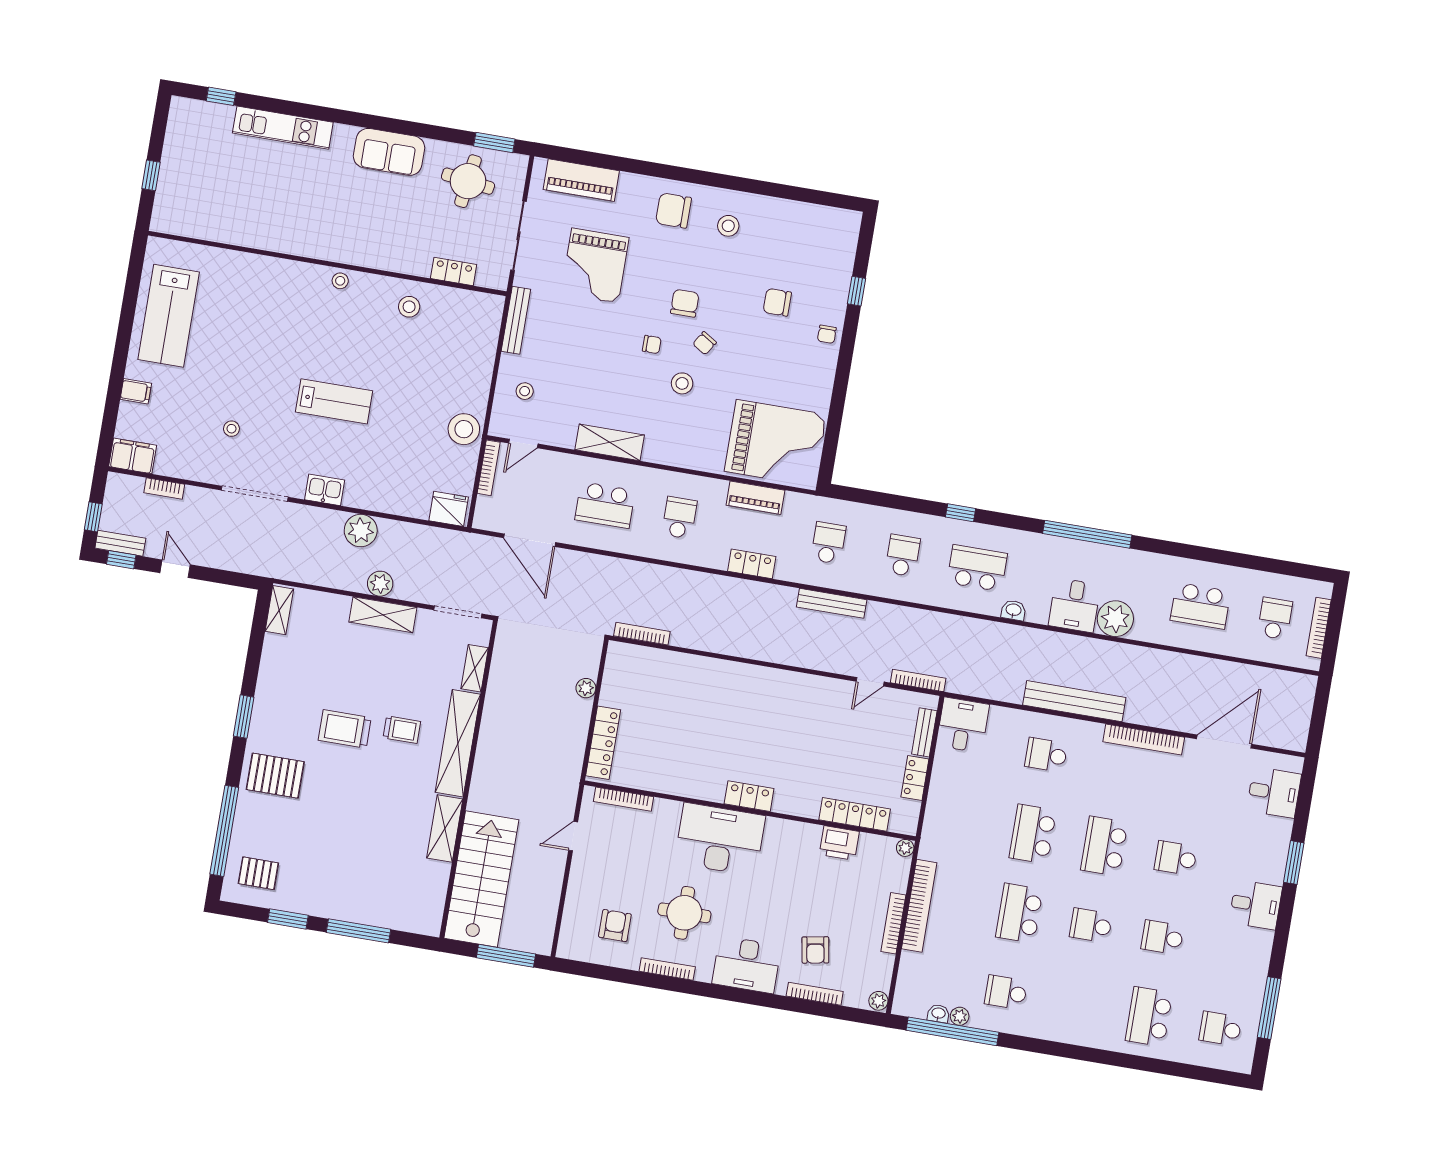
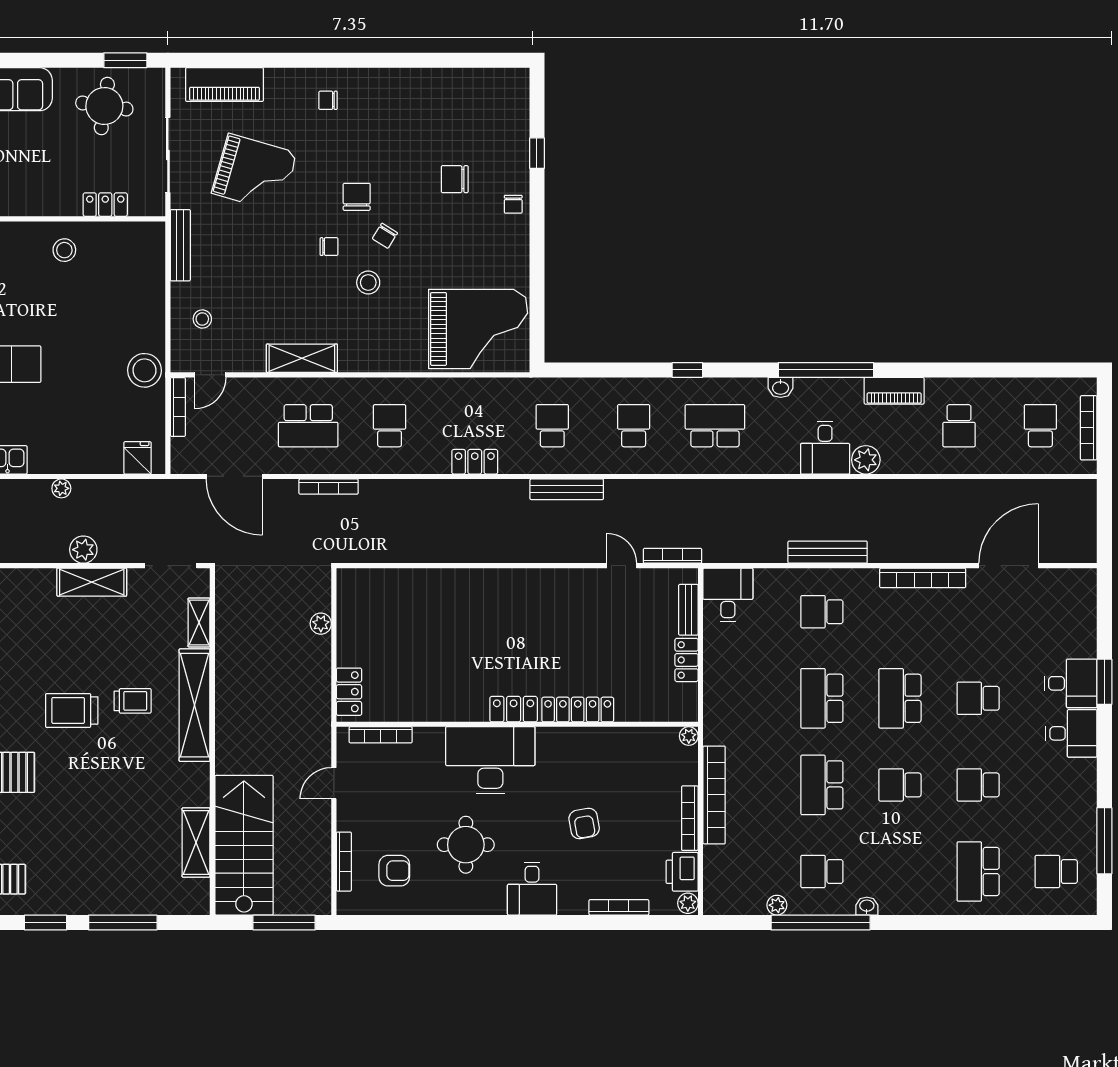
chair: (673, 210) -> (328, 100), width x0.54, depth x0.54
stool: (728, 226) -> (389, 107), removed
grand piano: (595, 266) -> (254, 173), turned -74
piano: (755, 498) -> (894, 391), moved
fridge: (449, 509) -> (138, 458), width x0.72
plant: (361, 531) -> (61, 488), width x0.53, depth x0.53
school desk: (1200, 606) -> (959, 426), width x0.54
washbasin: (1013, 610) -> (781, 387), moved, turned 180
plant: (1115, 619) -> (866, 460), width x0.73, depth x0.73
bookcase: (642, 634) -> (329, 487), moved, turned 180
door: (870, 682) -> (622, 566), swing flipped
bench: (1074, 701) -> (828, 552), width x0.73, depth x0.82
locker: (603, 743) -> (349, 692), width x0.66
desk: (1274, 792) -> (1071, 683), moved
locker: (855, 814) -> (578, 710), moved
shelving: (445, 828) -> (196, 843), moved
printer: (839, 843) -> (682, 872), moved, turned 90
armchair: (615, 926) -> (394, 871), turned 90
armchair: (815, 950) -> (584, 823), moved
desk: (747, 965) -> (532, 889), width x0.73
bookcase: (667, 969) -> (344, 862), moved, turned 90
washbasin: (938, 1014) -> (867, 906), moved
window: (952, 1031) -> (821, 922), moved

